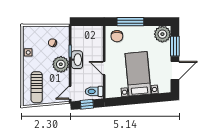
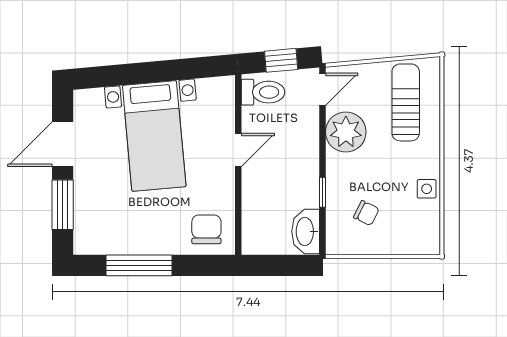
window: (130, 22) -> (139, 265), moved
plant: (162, 34) -> (93, 234), removed
washbasin: (77, 60) -> (306, 232), moved
plant: (61, 64) -> (346, 132), moved
door: (104, 68) -> (238, 150), hinge flipped

